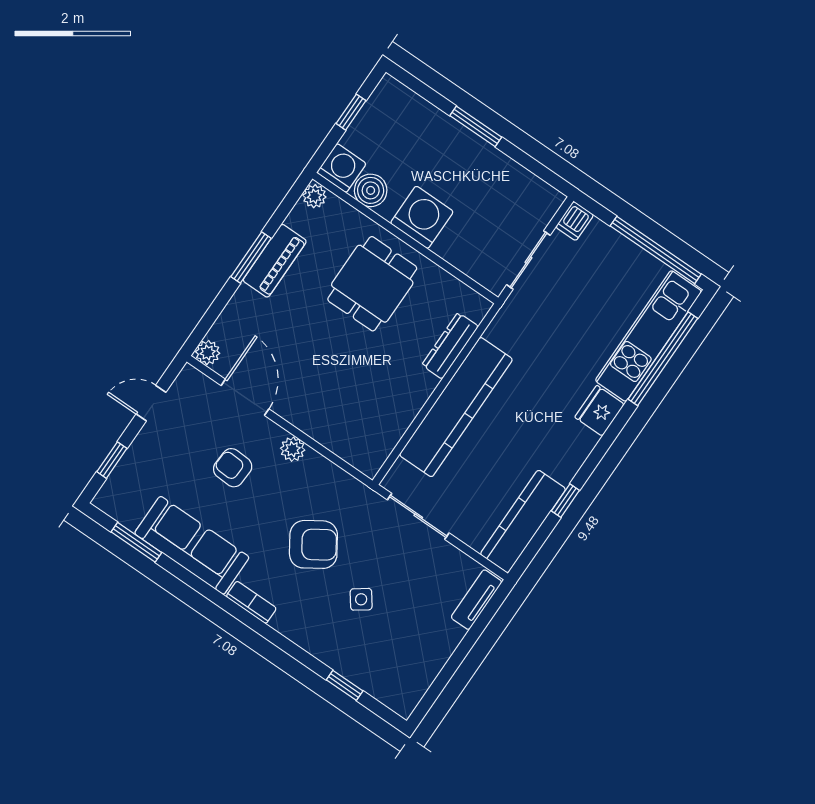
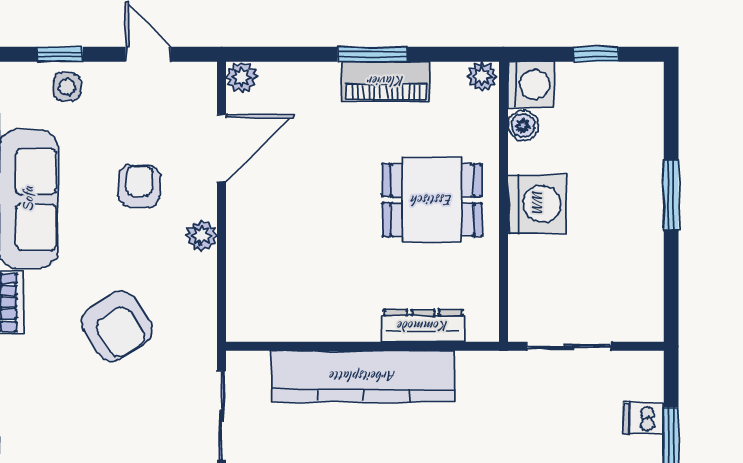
boiler: (371, 190) -> (523, 126), width x0.73, depth x0.73
dishwasher: (575, 221) -> (643, 418), moved
side table: (361, 599) -> (67, 87), moved, turned 36

